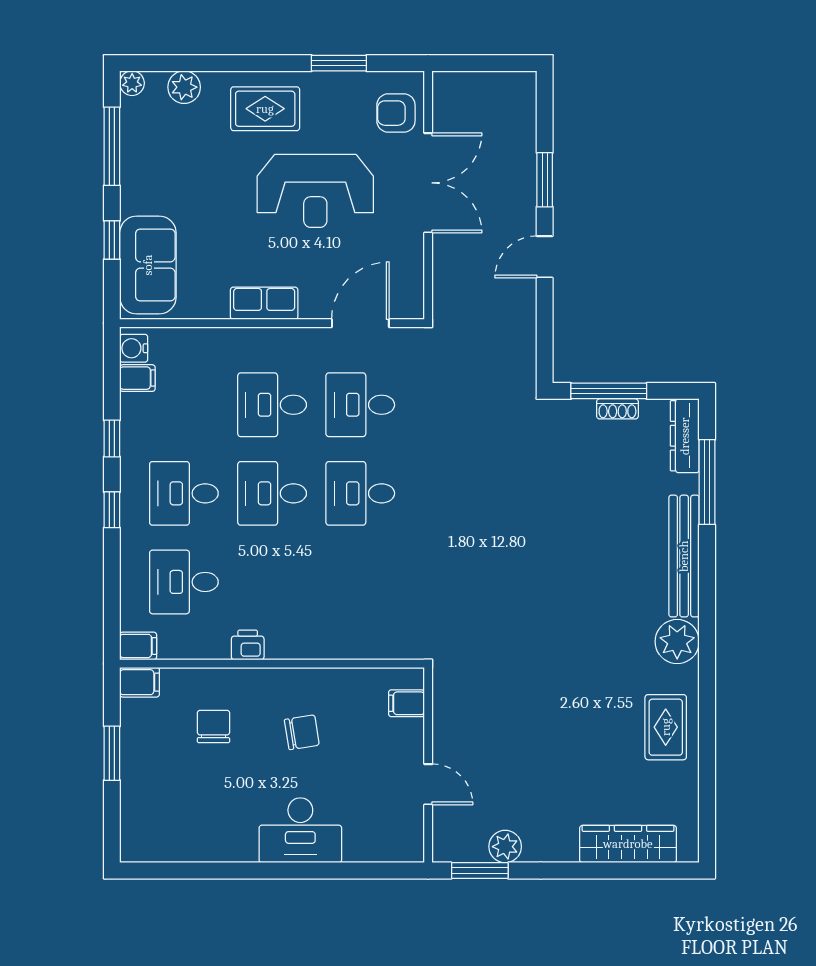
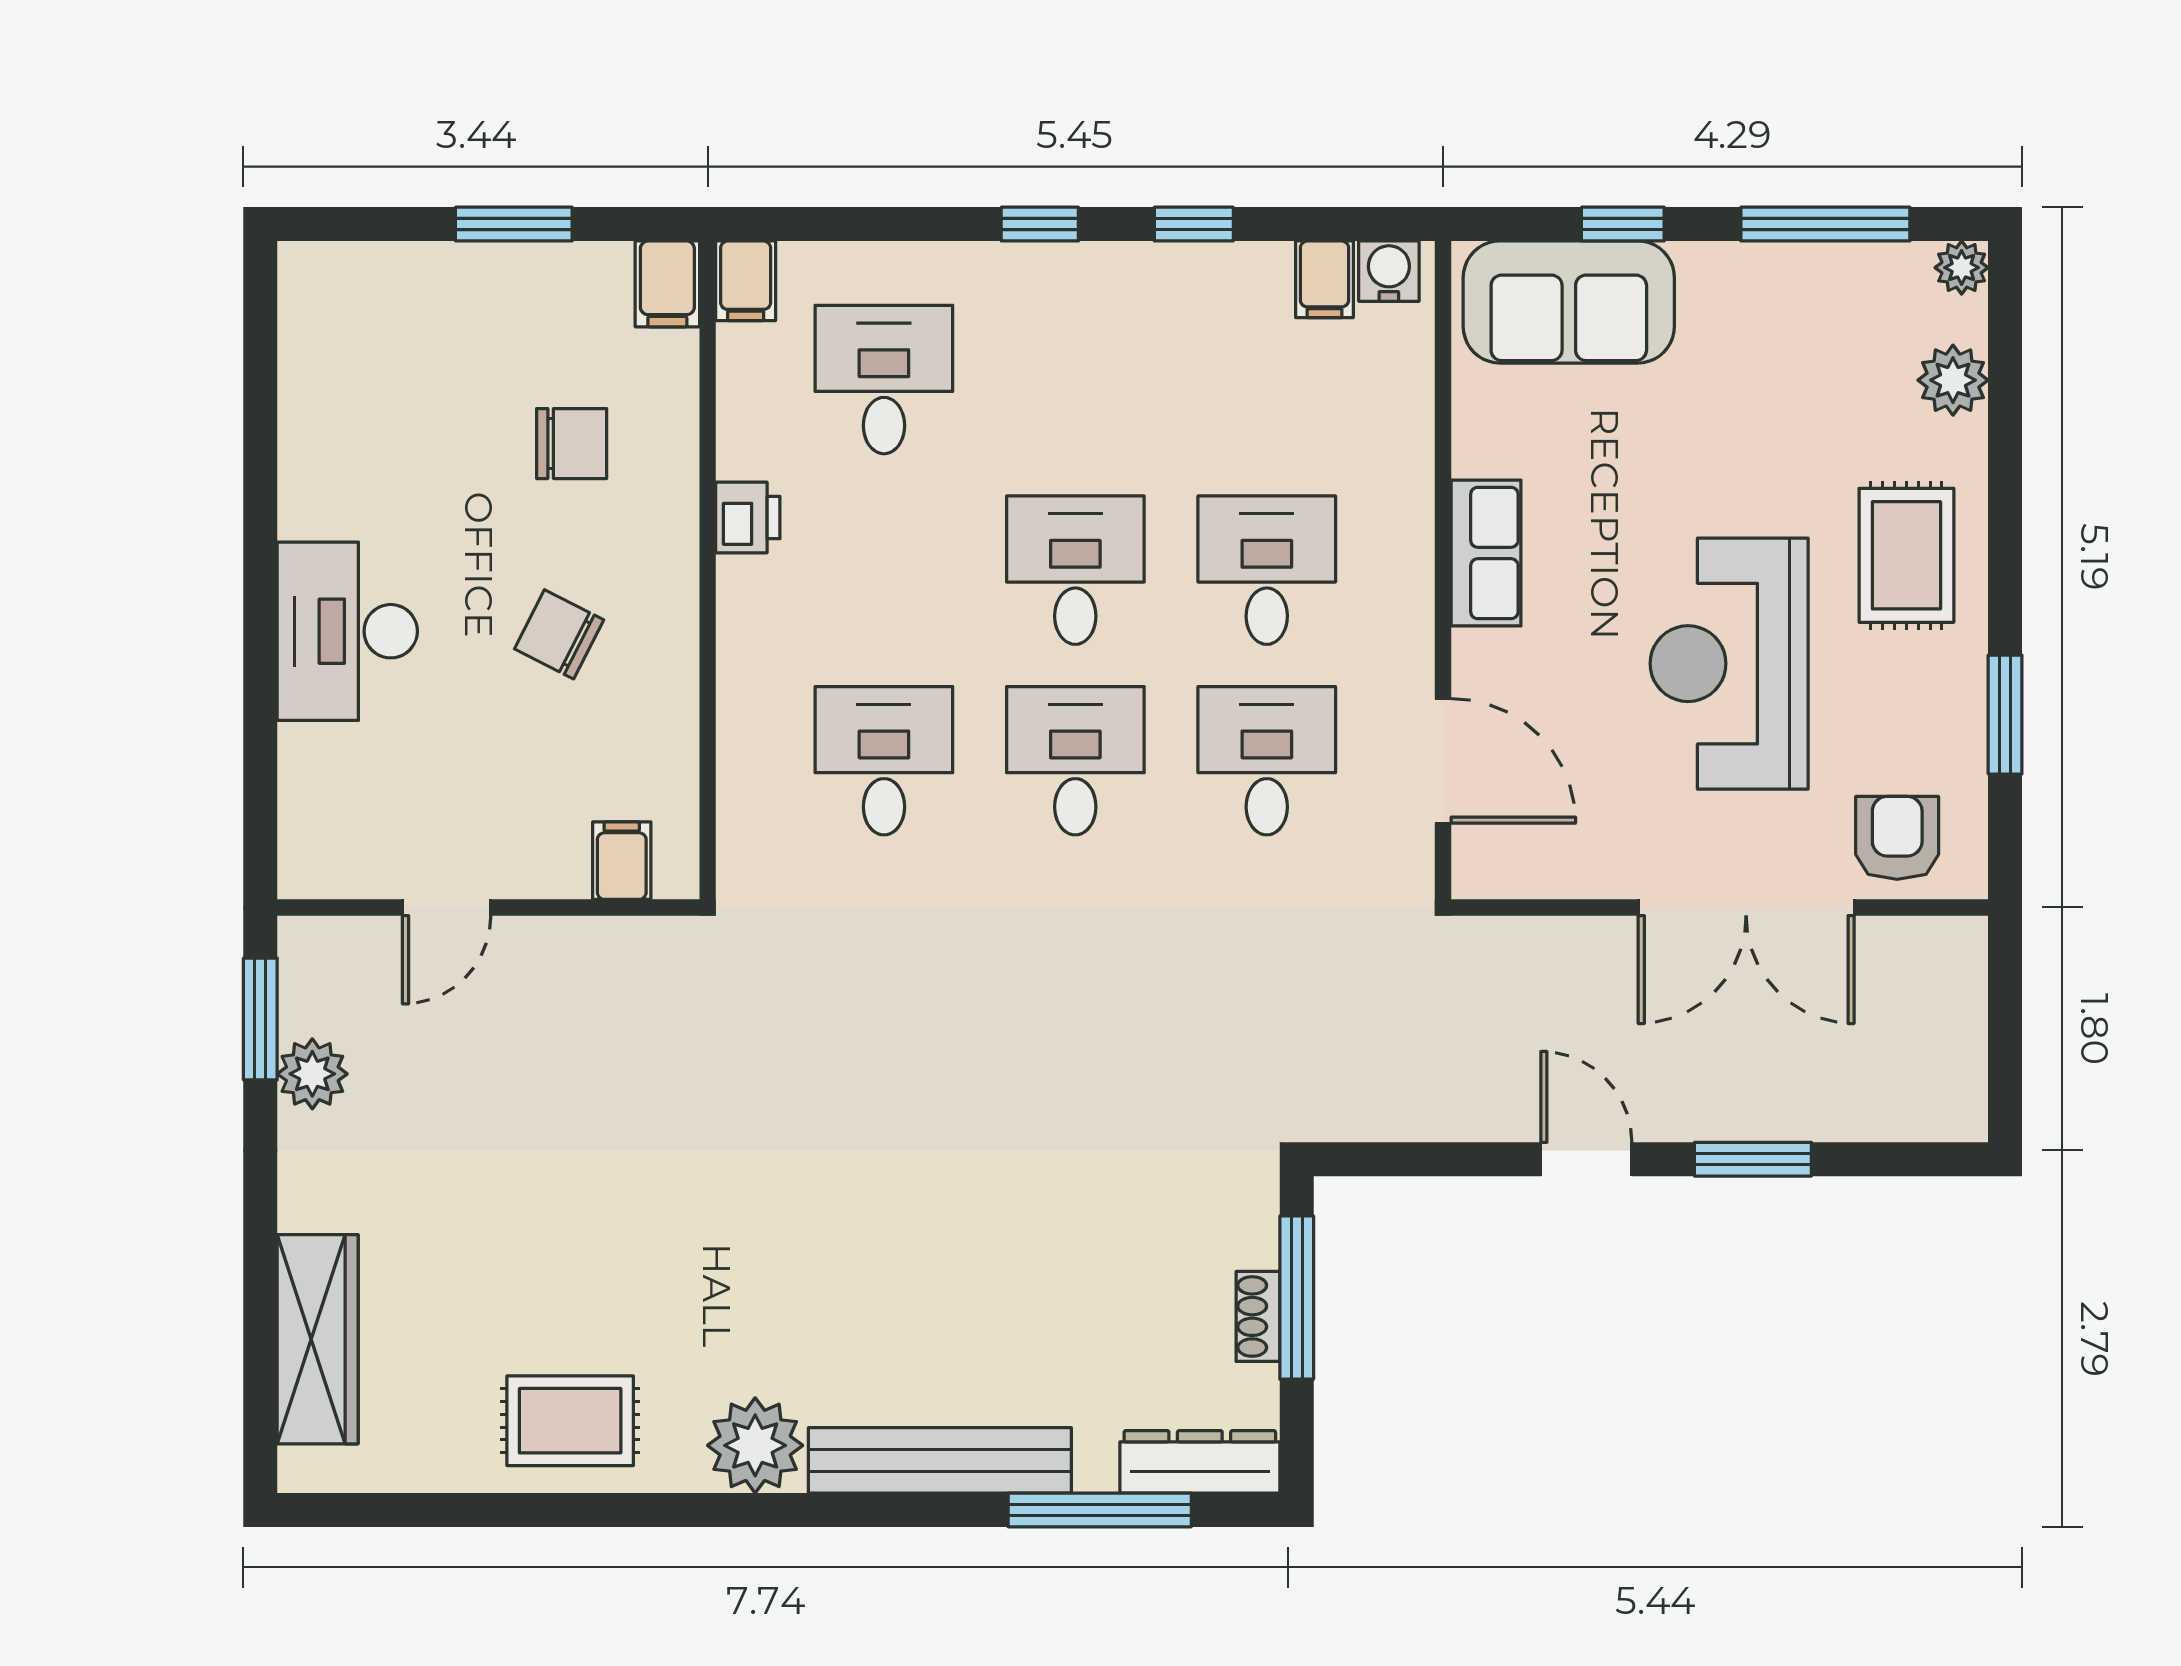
desk: (184, 493) -> (884, 761), moved
chair: (302, 732) -> (559, 634), turned 126

